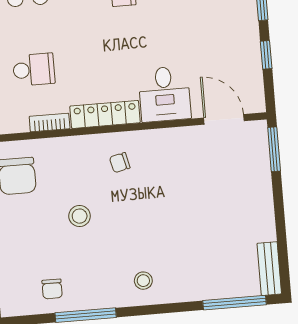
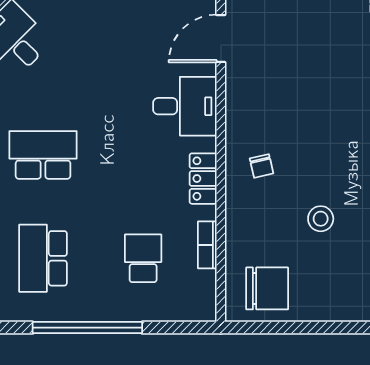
locker: (105, 114) -> (203, 179), width x0.66

